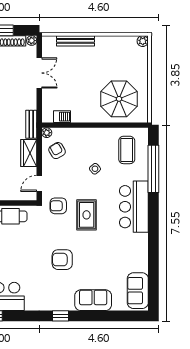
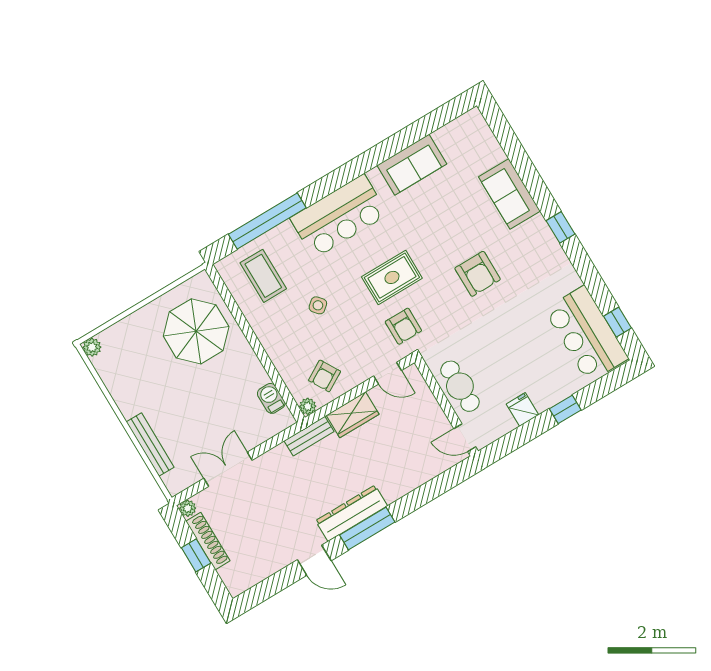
coffee table: (127, 150) -> (263, 276), turned 90
sofa: (138, 291) -> (412, 165), moved

